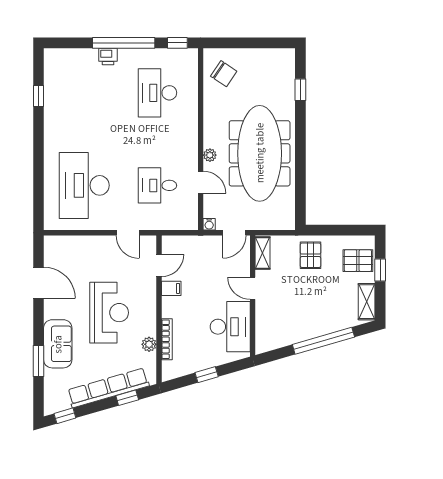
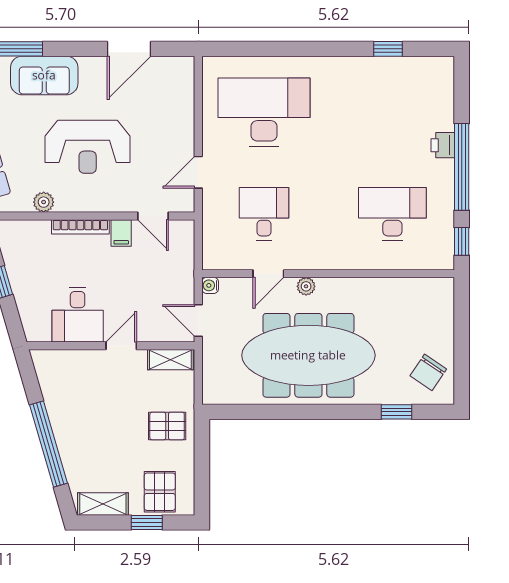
chair: (224, 74) -> (428, 372), moved
desk: (230, 327) -> (78, 315), width x0.73
bookcase: (167, 339) -> (80, 227), moved

